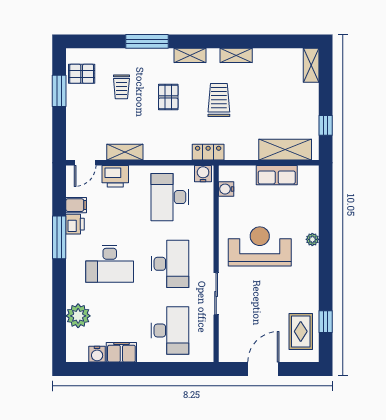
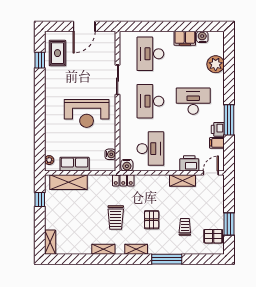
plant: (312, 239) -> (49, 160), moved

